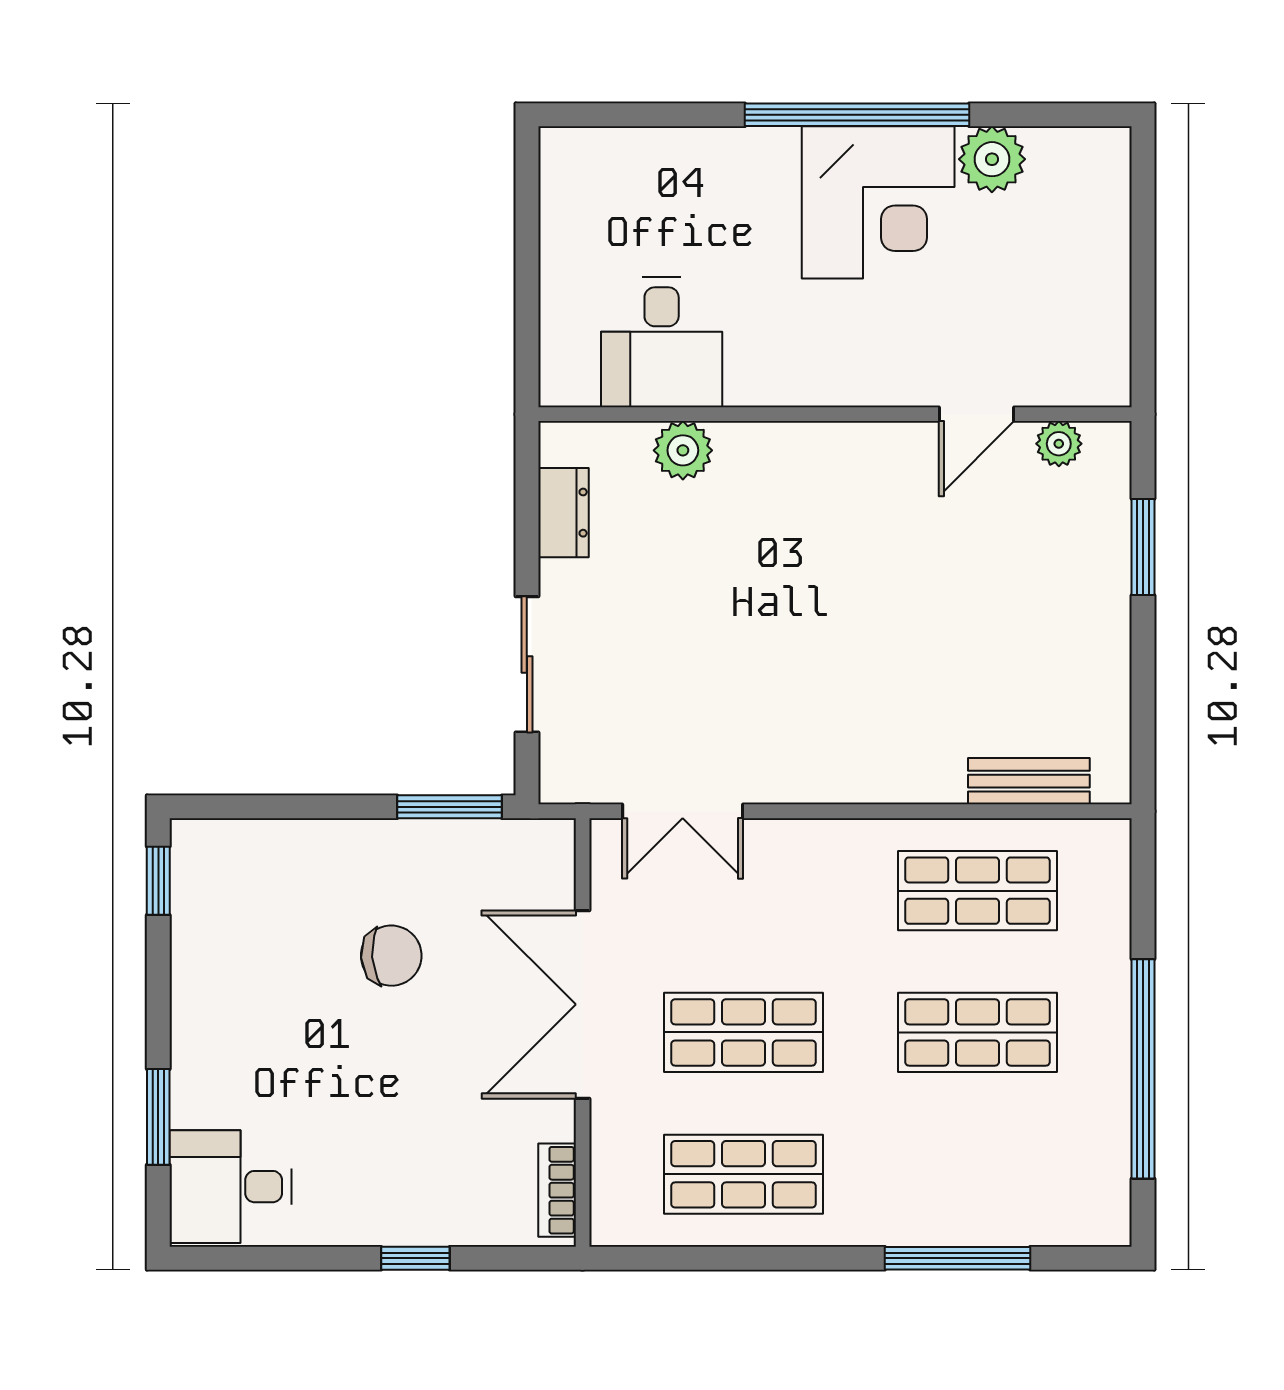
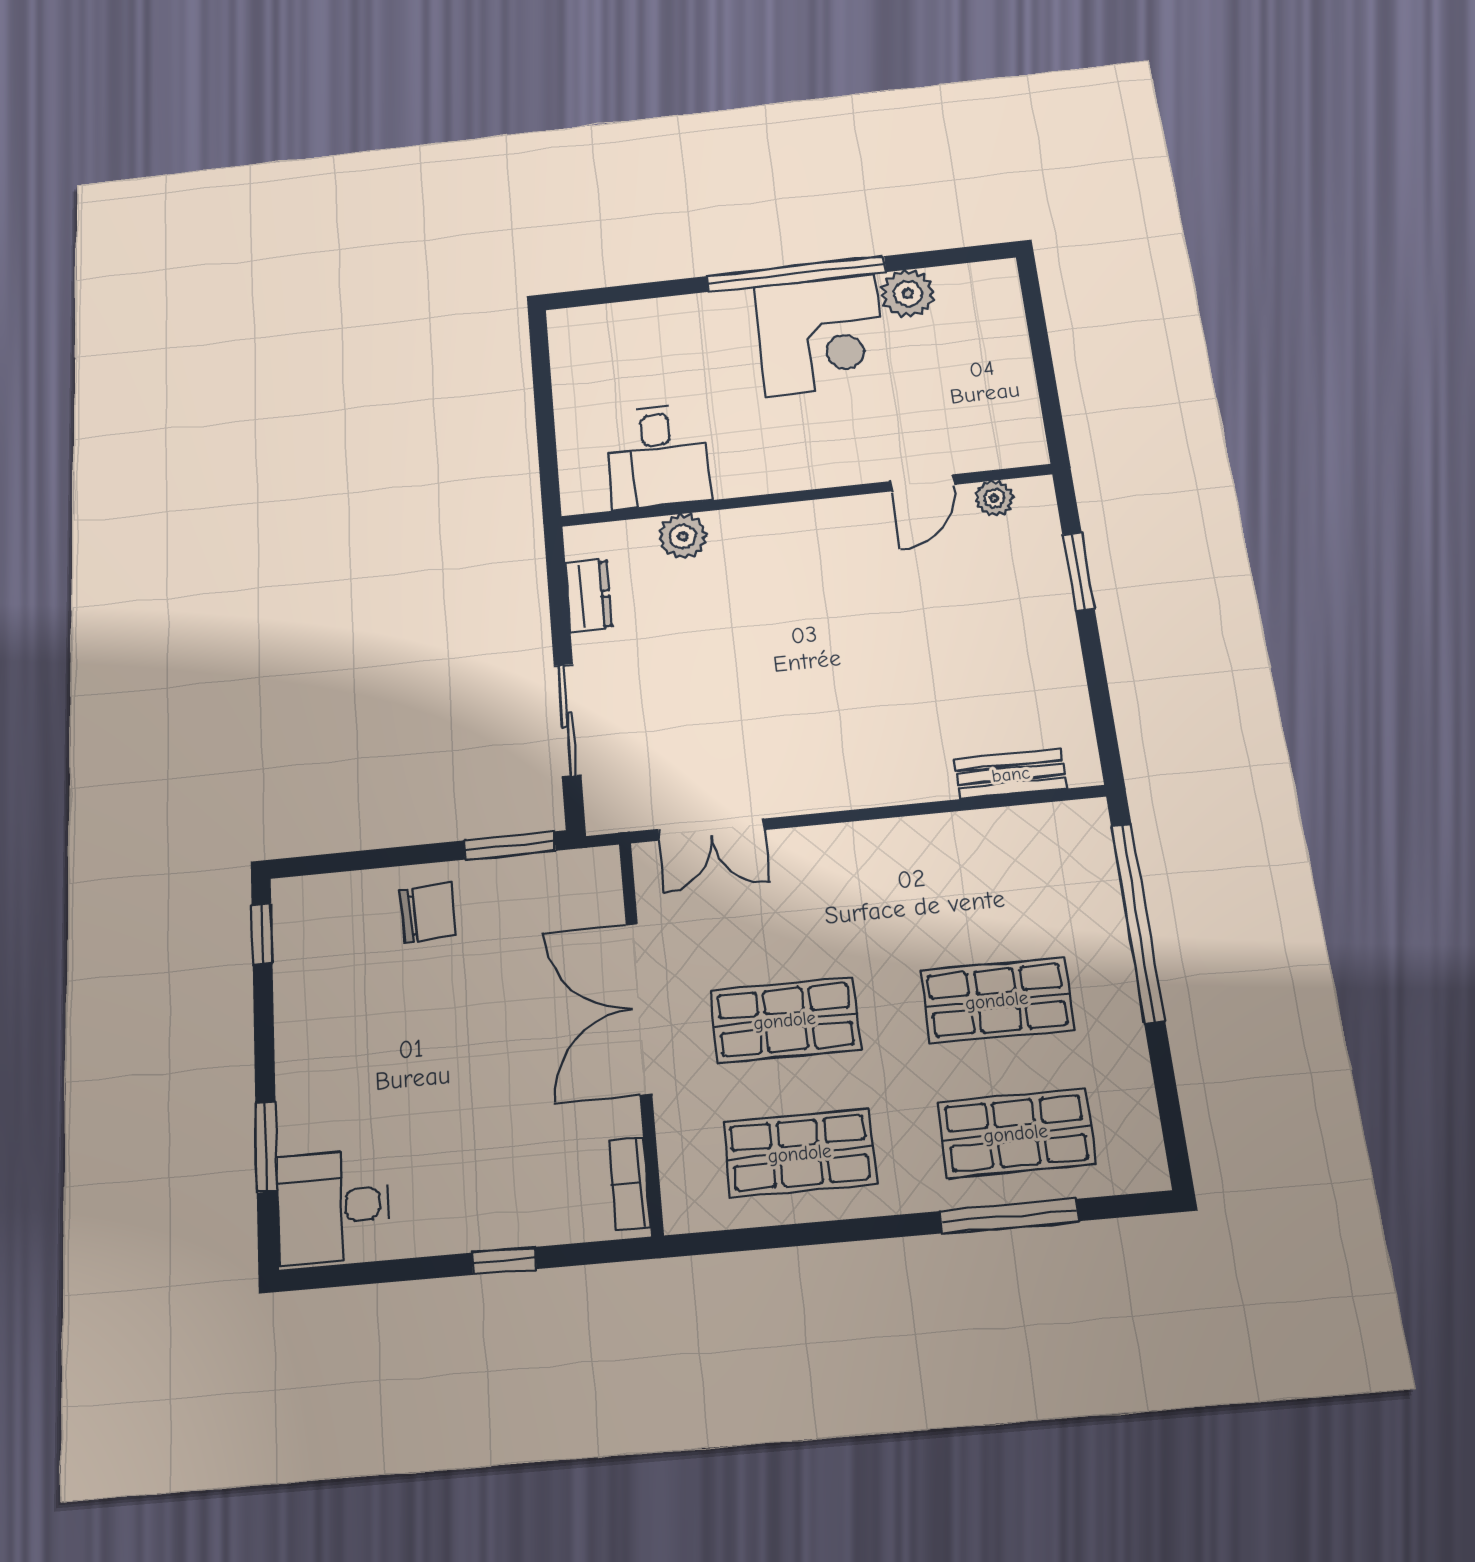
shop shelf: (977, 891) -> (1016, 1133), moved
chair: (391, 956) -> (428, 913), moved
window: (1143, 1069) -> (1138, 922), moved

